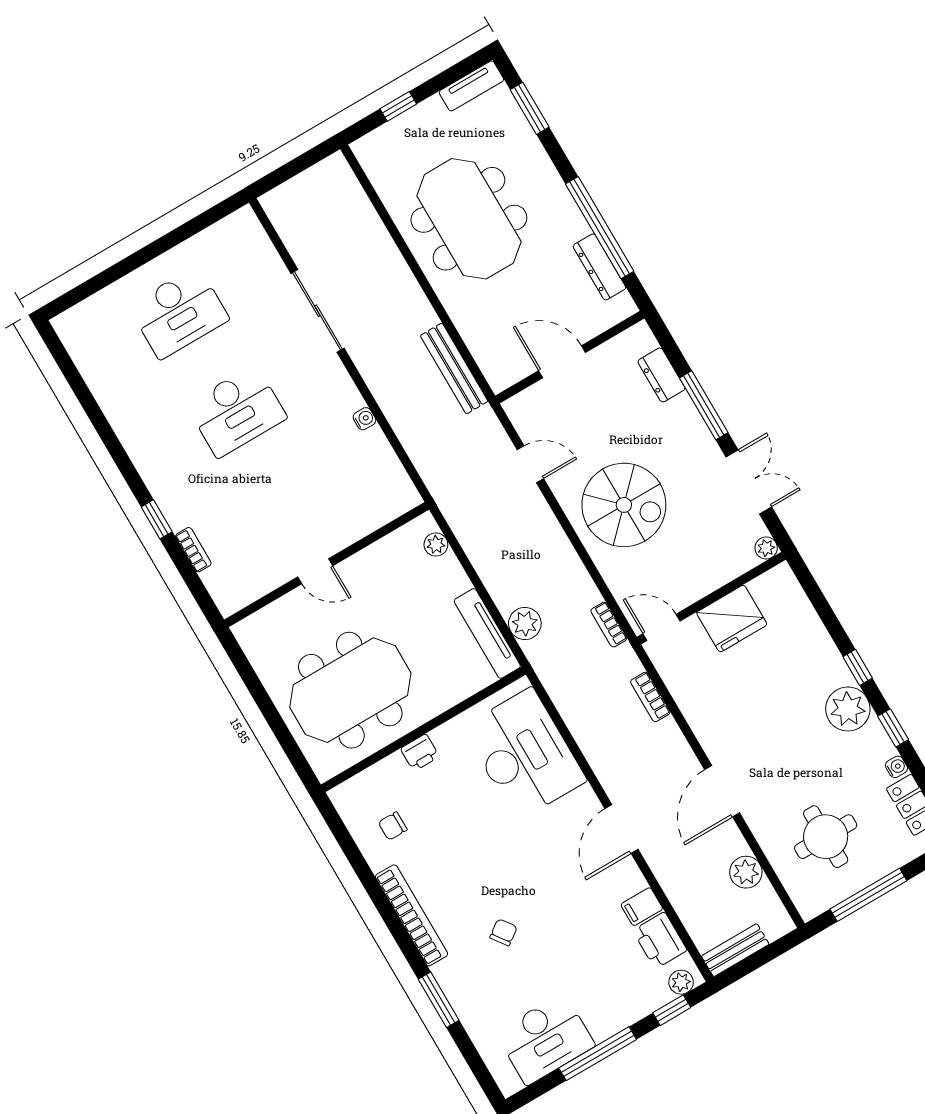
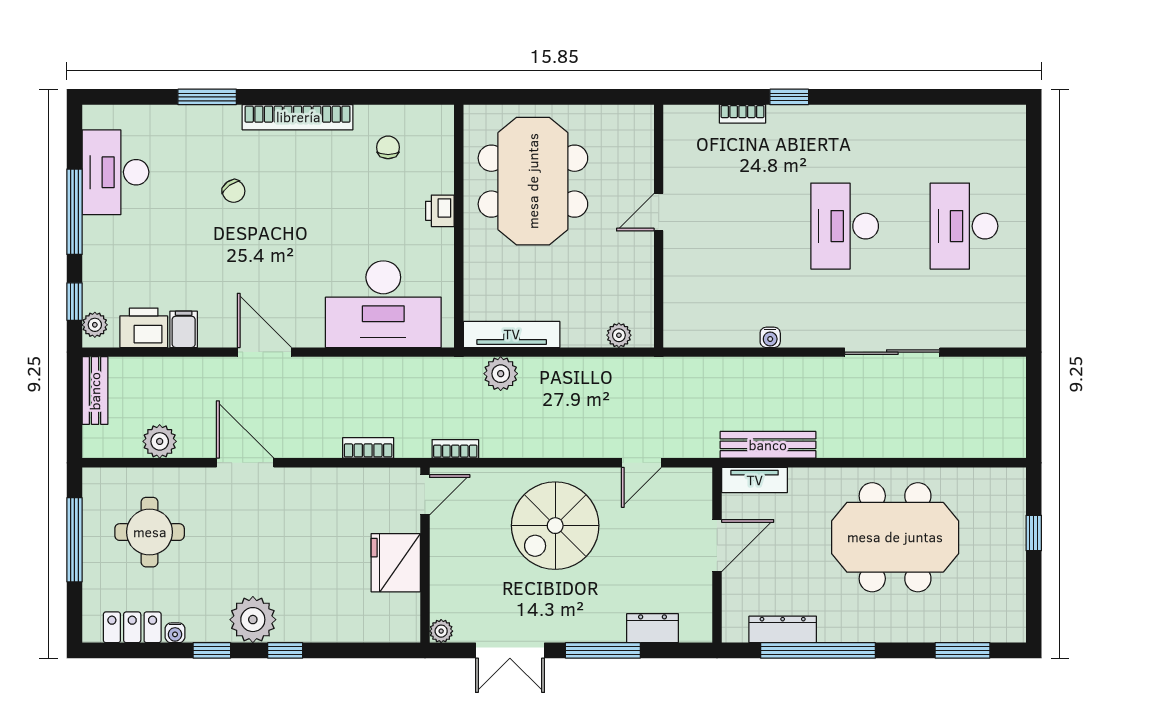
tv unit: (471, 86) -> (755, 480), moved, turned -90

